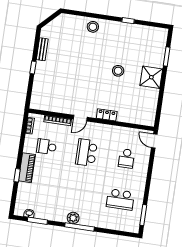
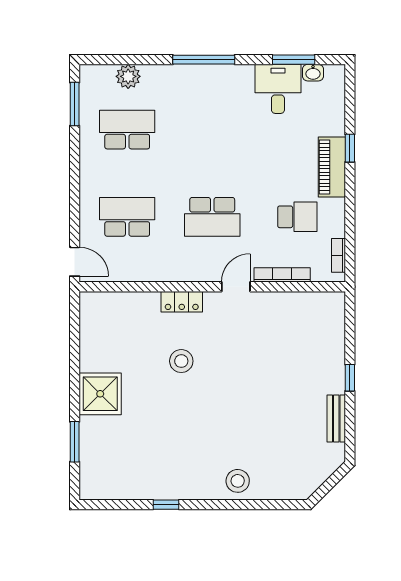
stool: (118, 71) -> (181, 361), moved
school desk: (86, 153) -> (212, 217), turned 90
school desk: (126, 158) -> (127, 217), width x1.85
desk: (47, 208) -> (278, 89), added
plant: (73, 218) -> (128, 76), moved

